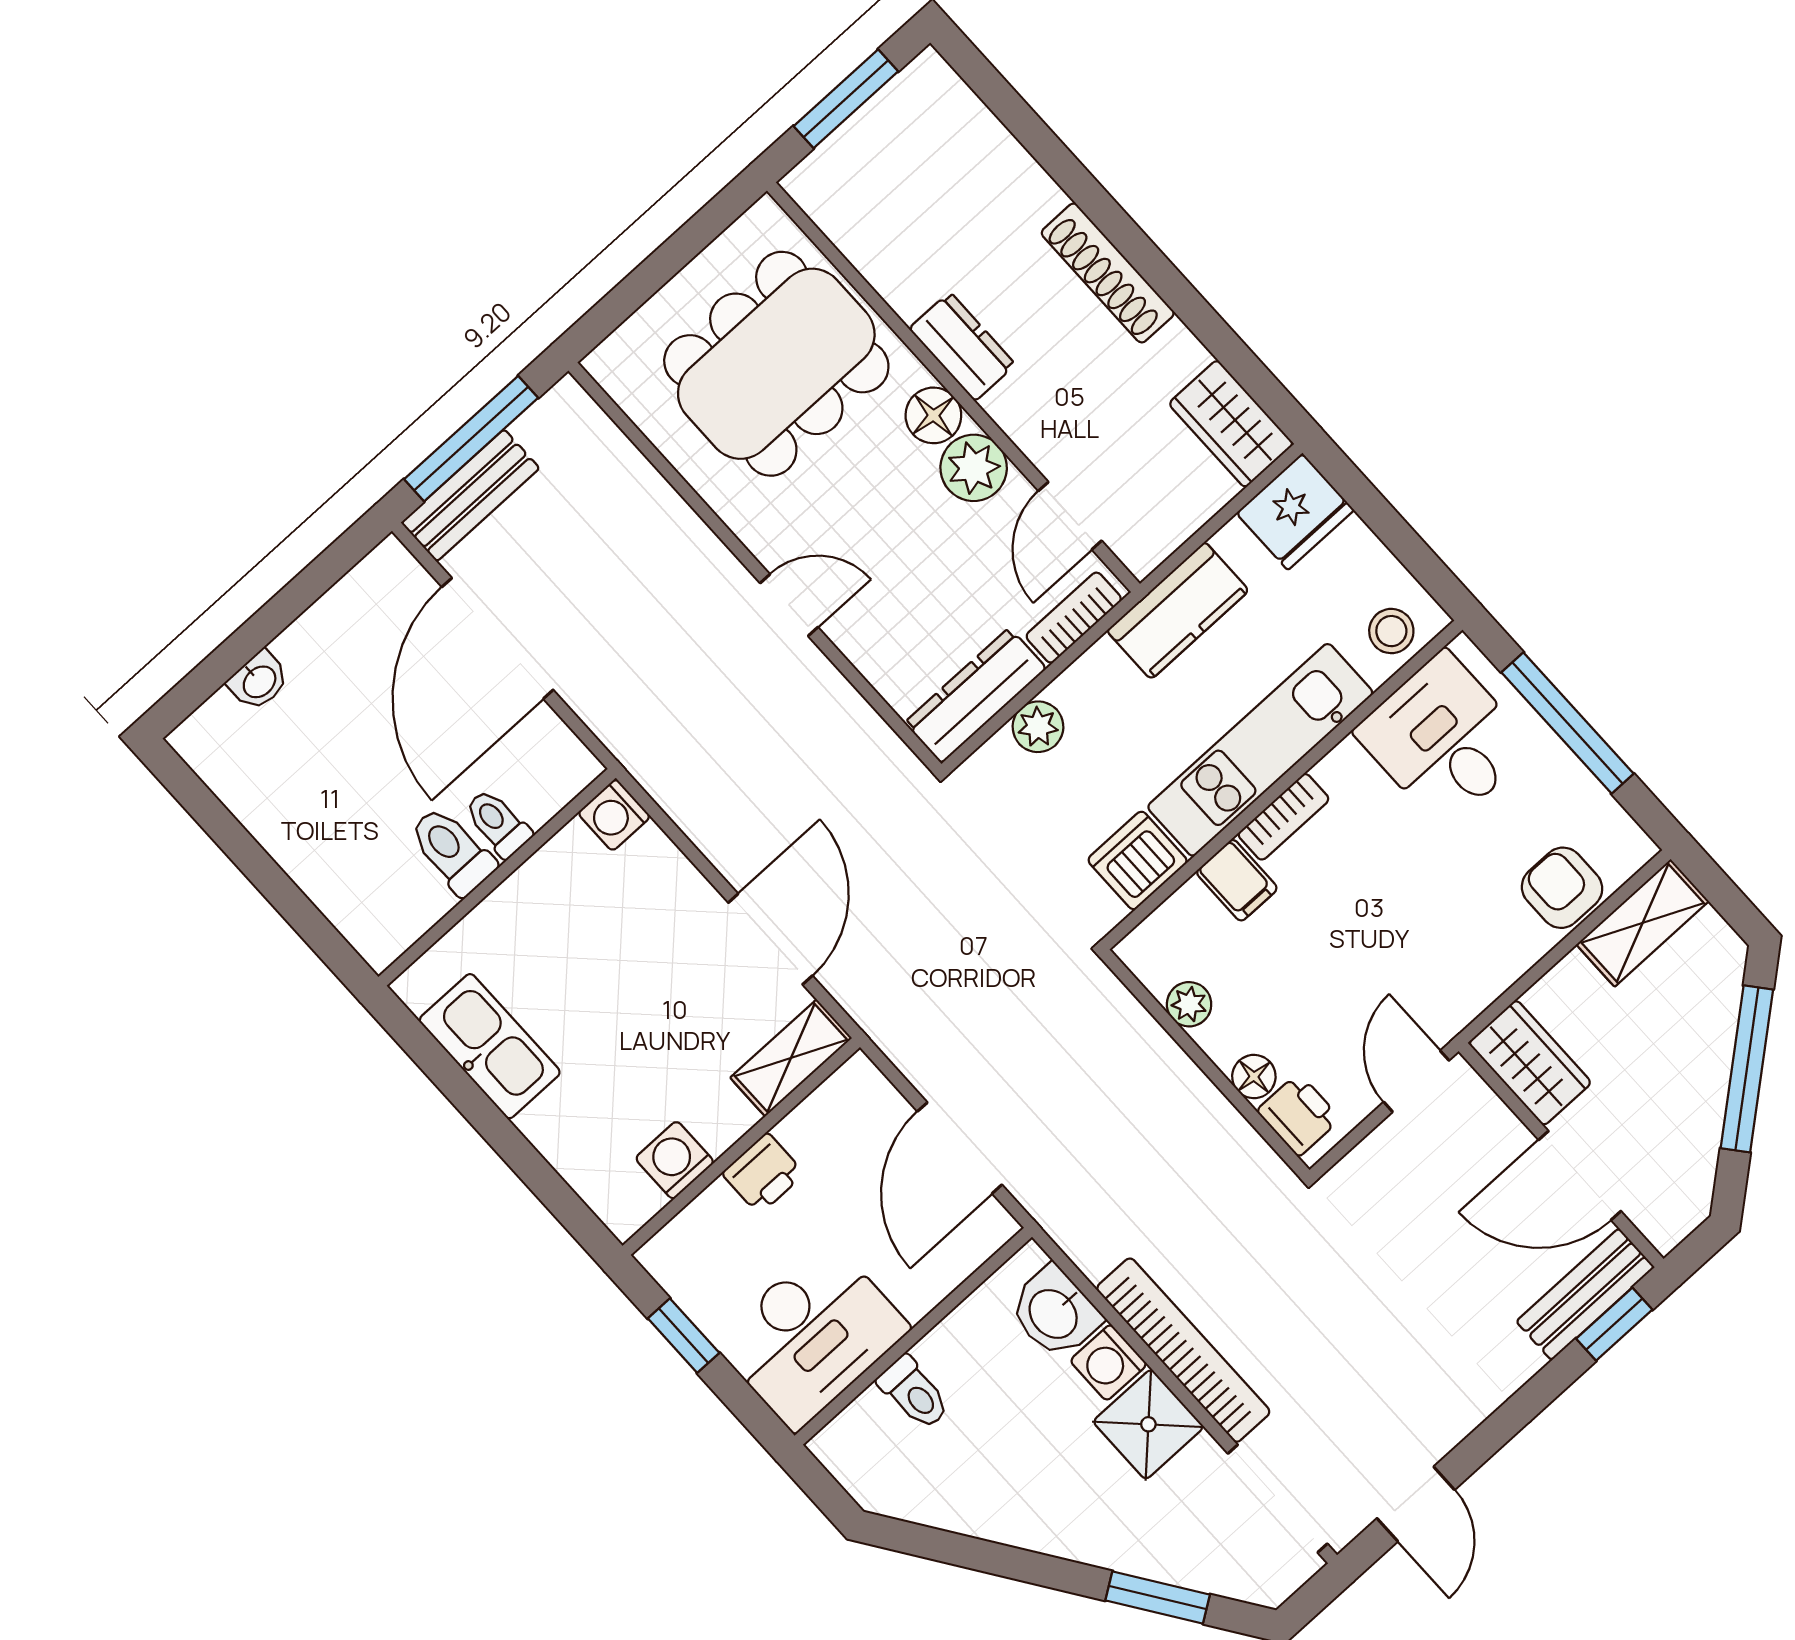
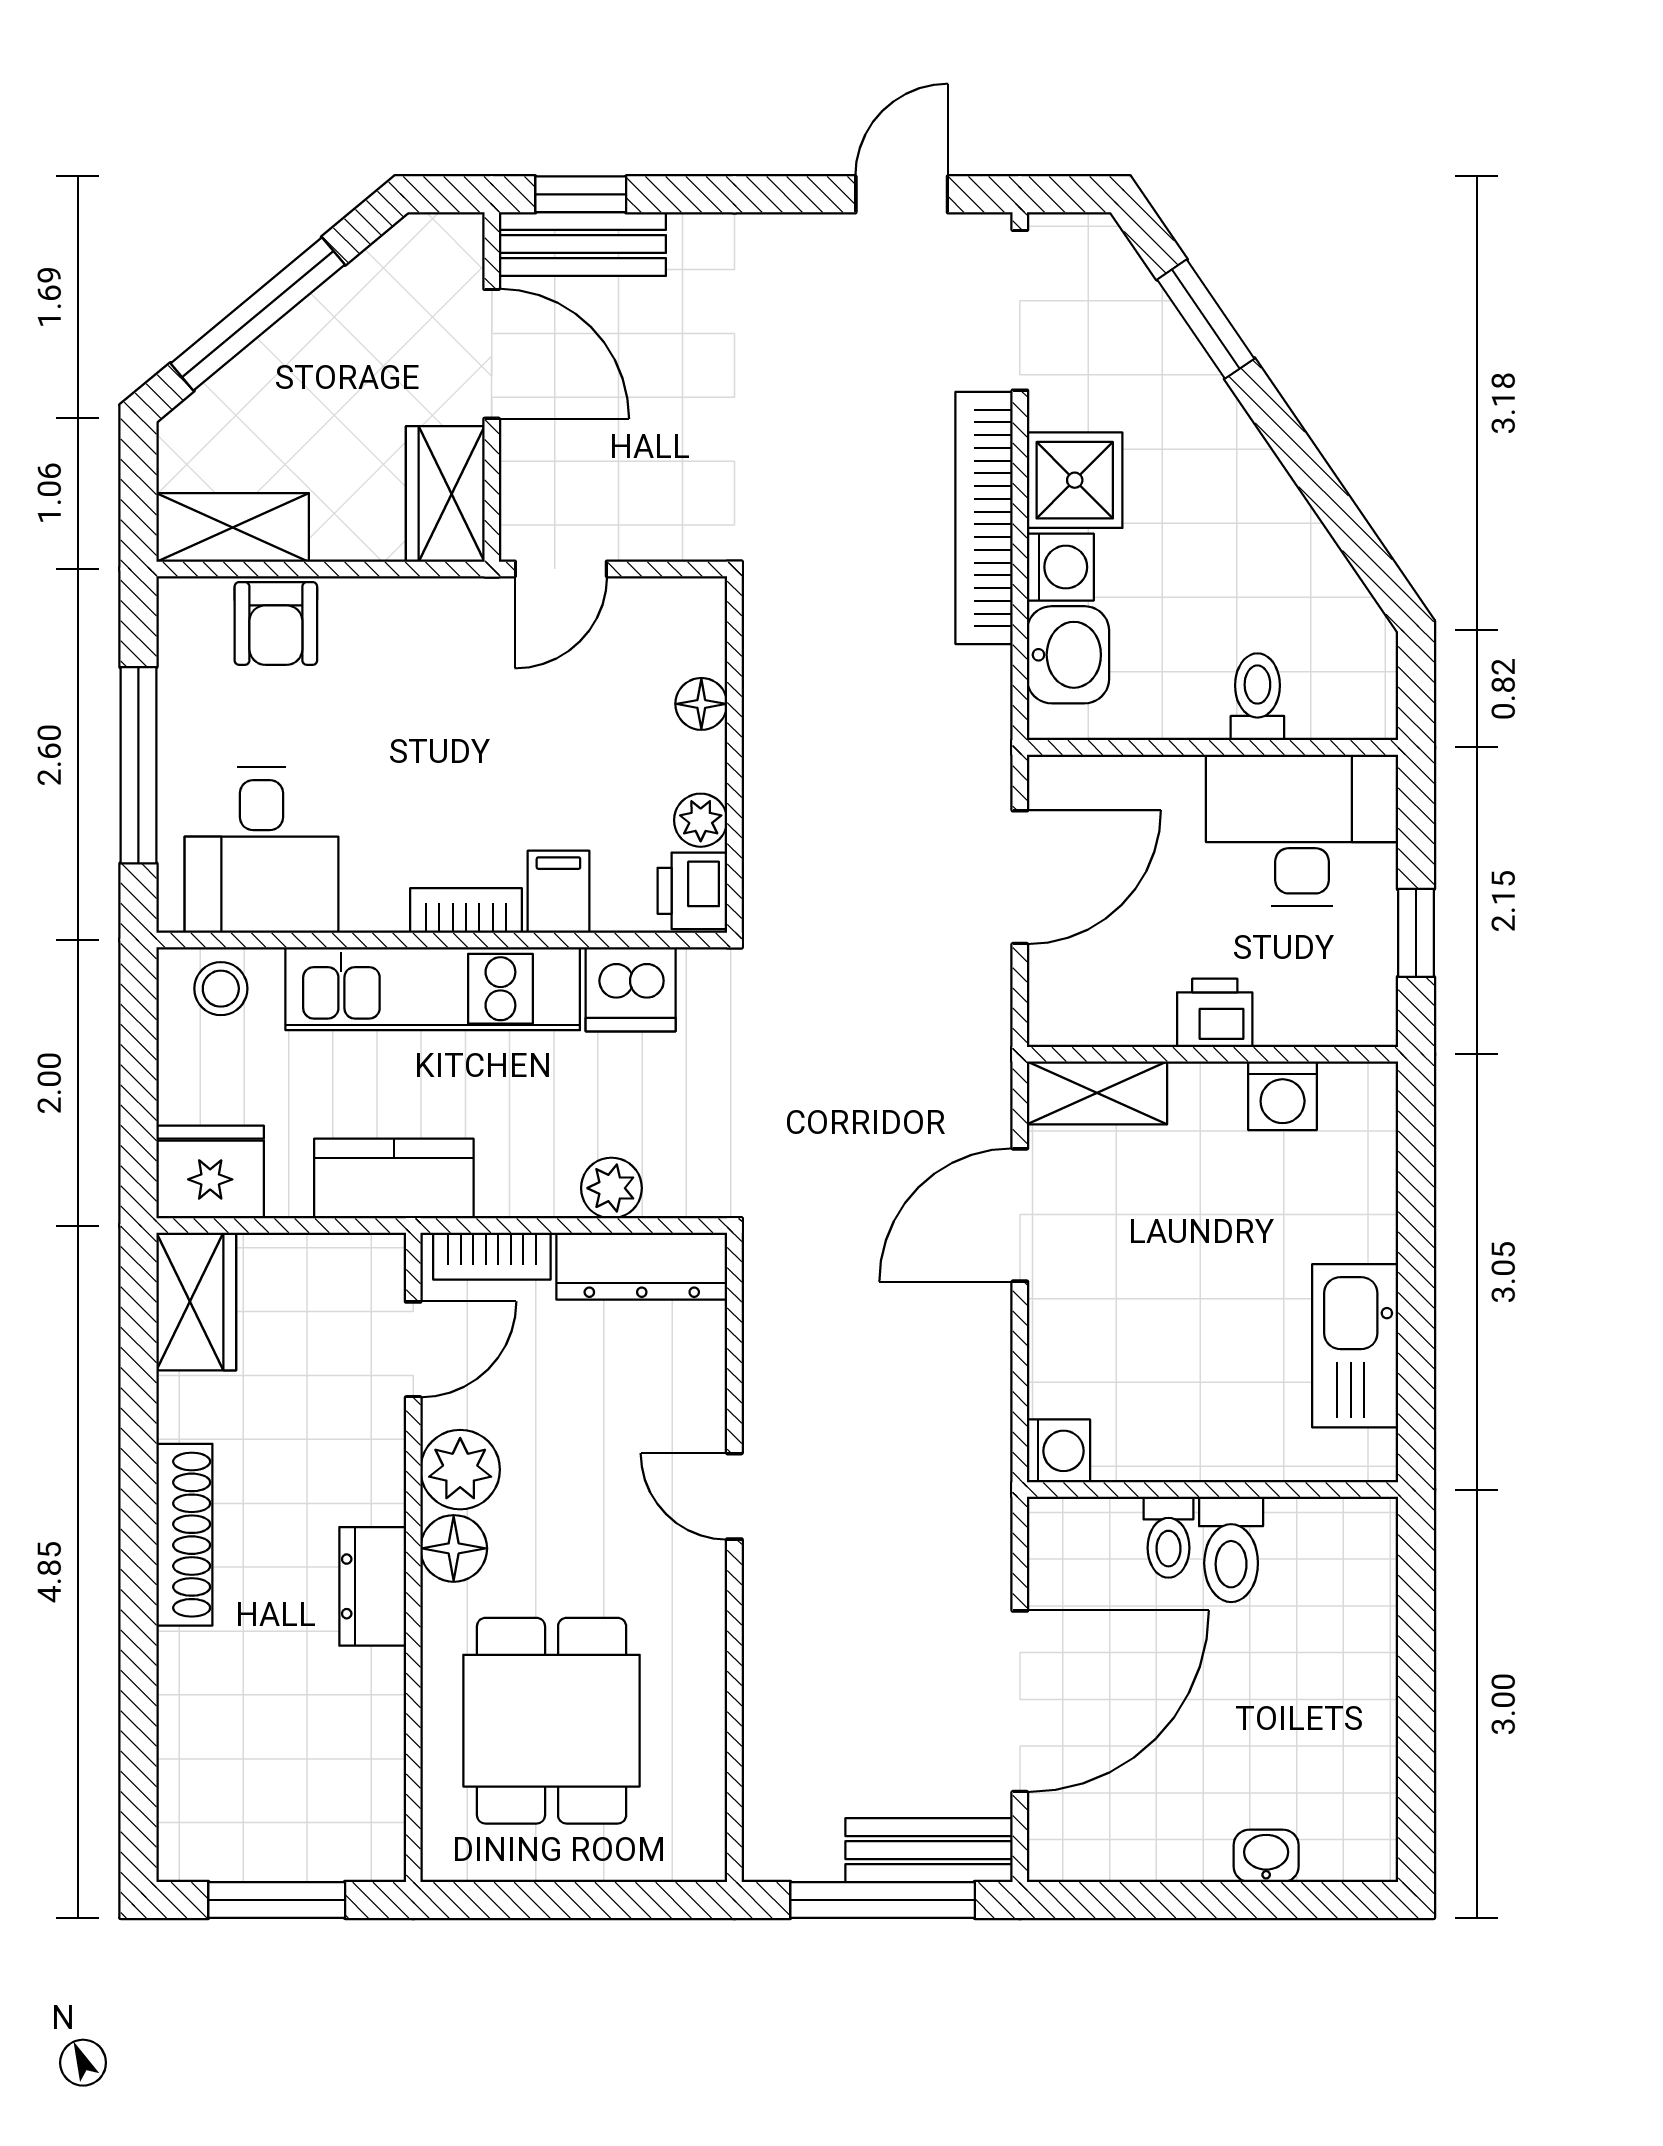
dining table: (776, 364) -> (552, 1721), width x0.73
printer: (1299, 1115) -> (692, 891), moved

